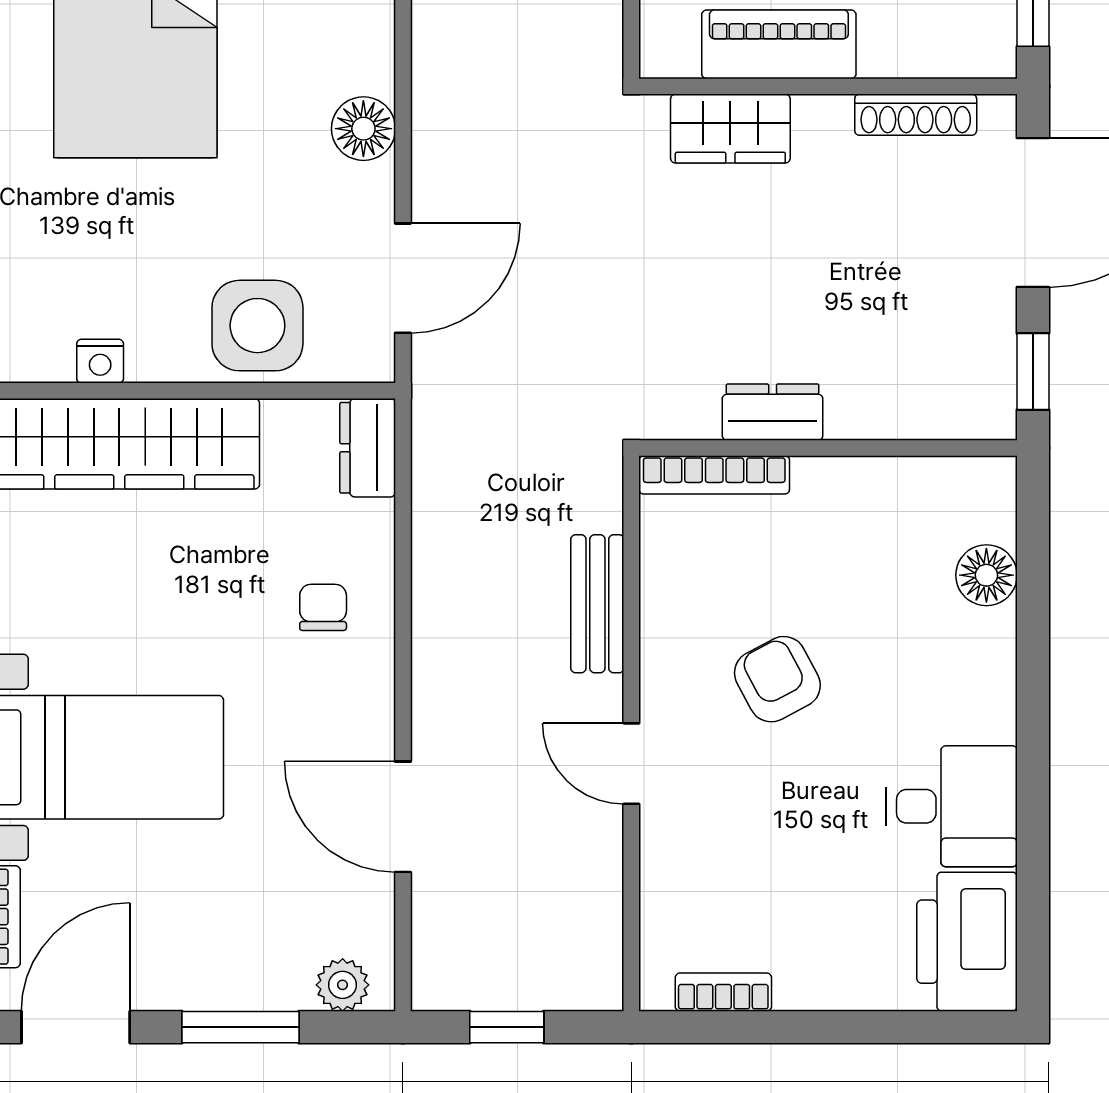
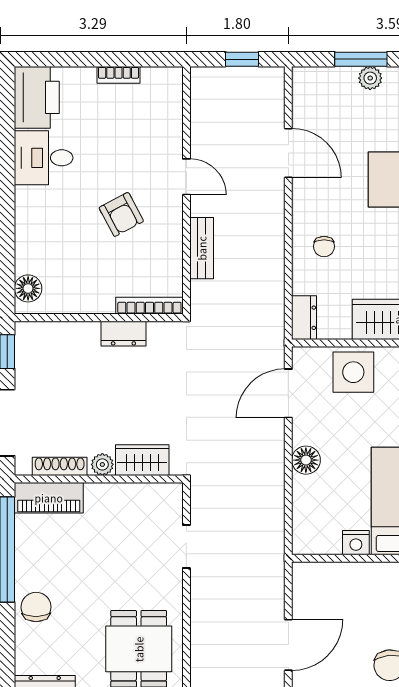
piano: (779, 44) -> (49, 498), moved
plant: (820, 119) -> (102, 464), added
floor lamp: (986, 575) -> (28, 288), moved
plant: (343, 985) -> (370, 78), moved
bookcase: (723, 992) -> (119, 75), moved

